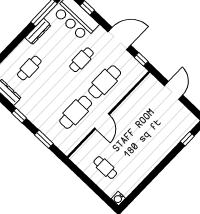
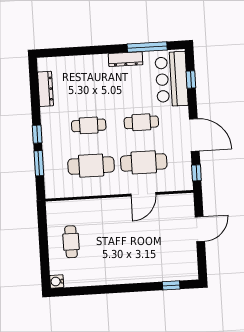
cafe table: (29, 68) -> (89, 125), moved
window: (19, 116) -> (37, 134), moved
door: (102, 121) -> (143, 194), moved

